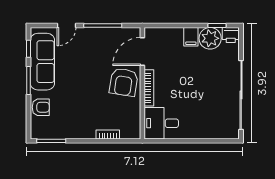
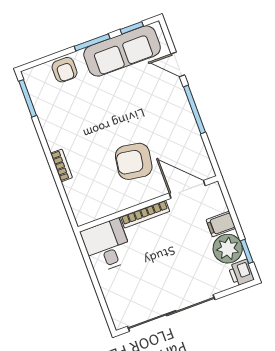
door: (142, 51) -> (187, 189), moved
wall: (142, 83) -> (148, 204), moved
bookcase: (149, 88) -> (145, 214), moved
desk: (161, 123) -> (107, 246), moved

